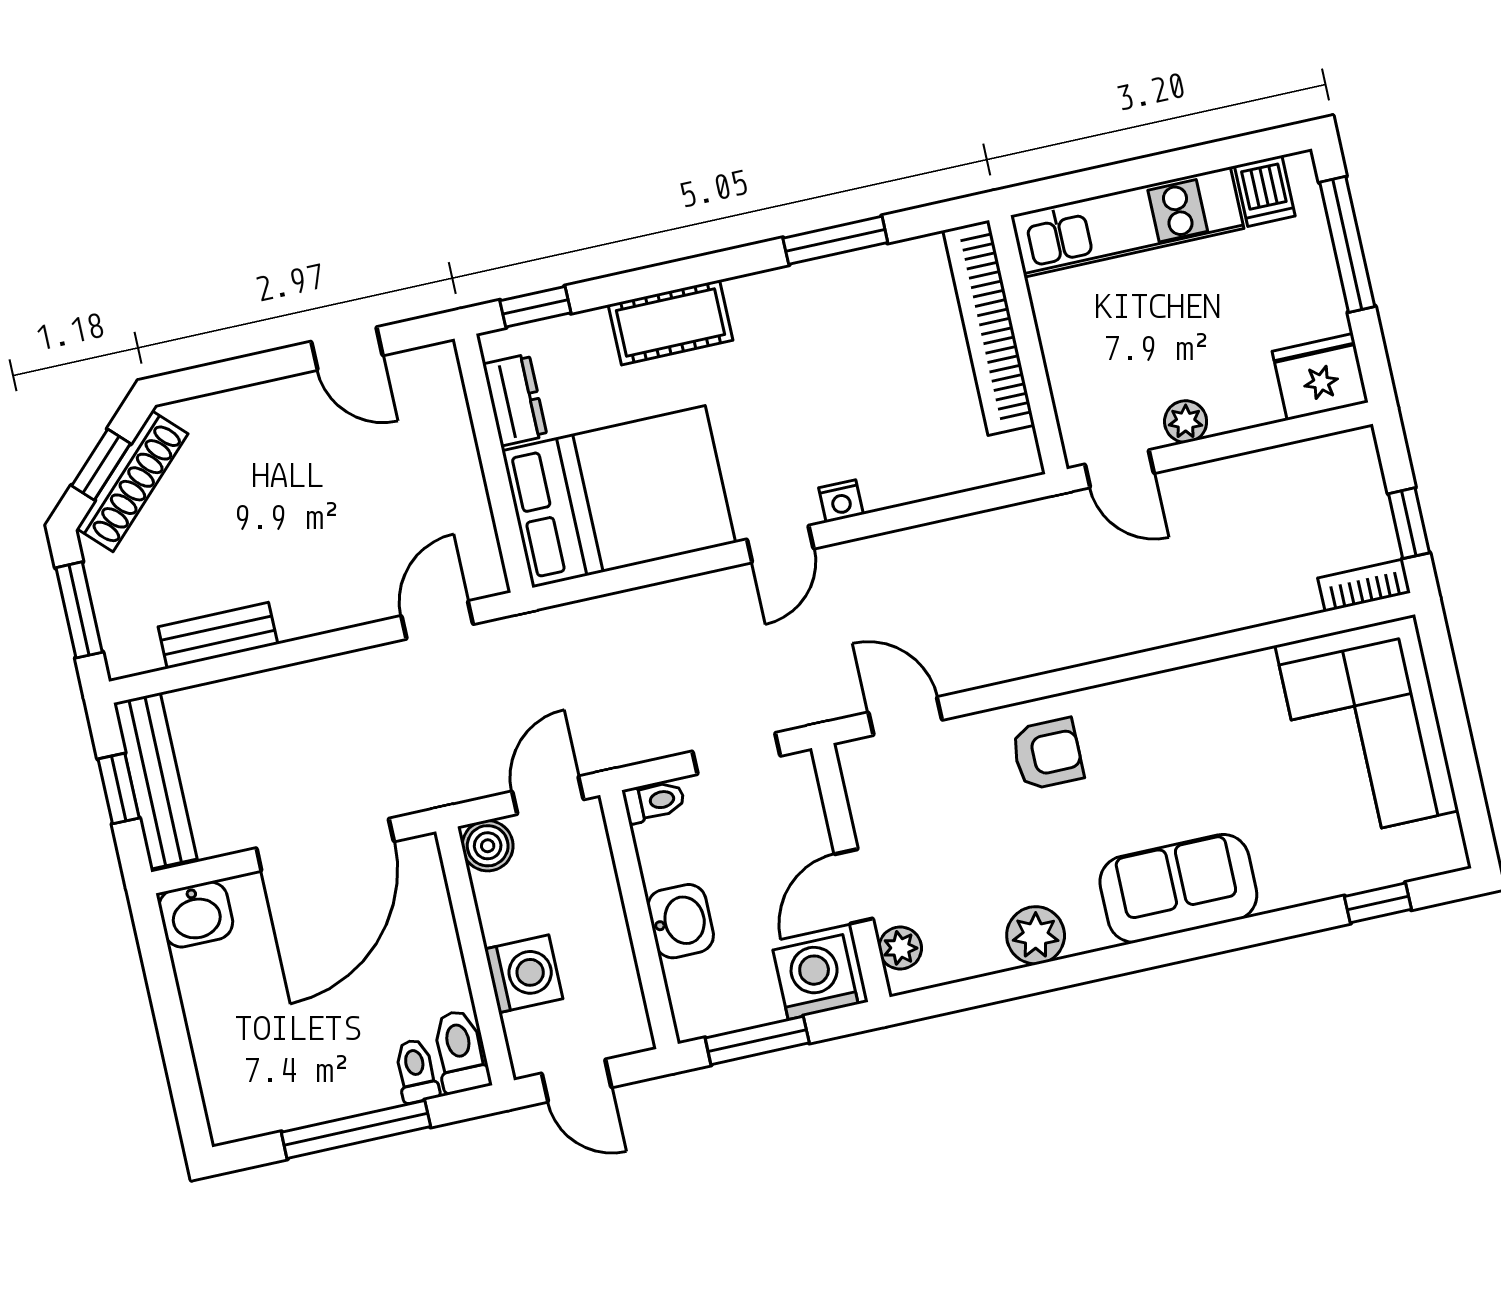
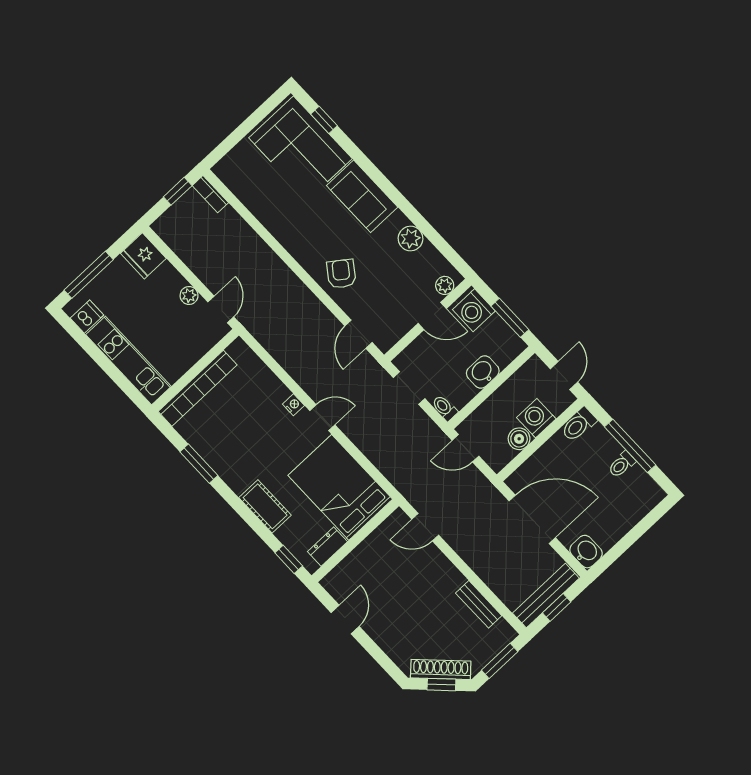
corner sofa: (1367, 728) -> (300, 148), moved, turned 90
armchair: (1047, 754) -> (341, 274), turned 36
boiler: (488, 846) -> (519, 439), moved
toilet: (416, 1071) -> (622, 464), moved

